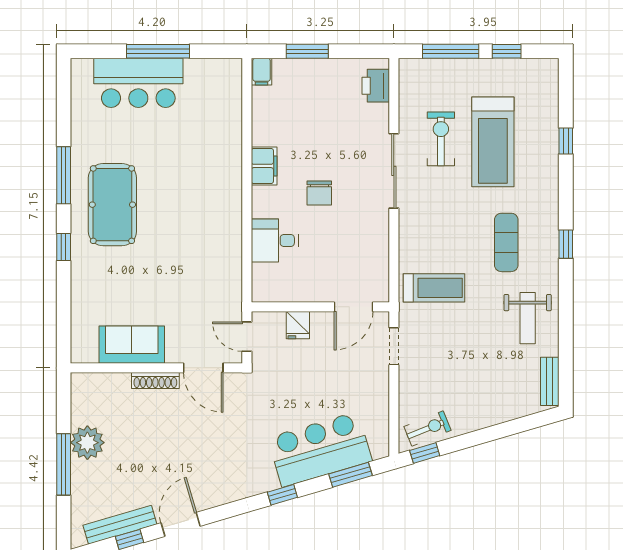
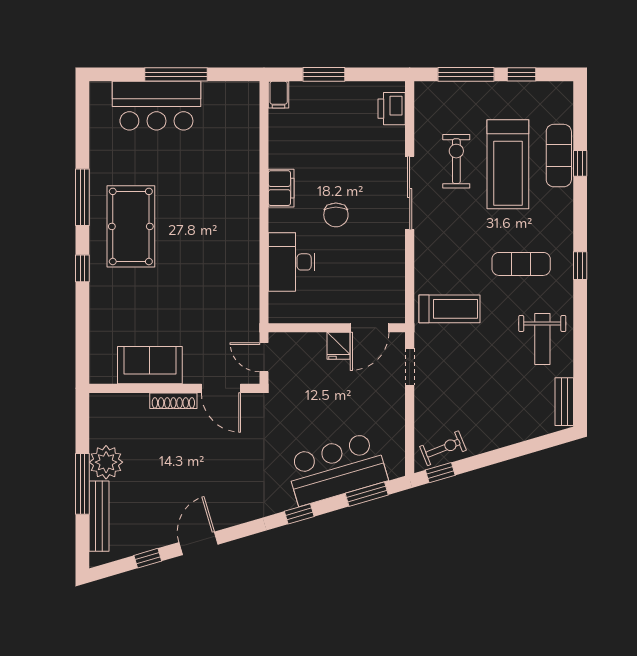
exercise mat: (544, 133) -> (559, 156), added
desk: (275, 240) -> (292, 262), width x1.37
exercise mat: (506, 242) -> (521, 264), turned 90
fridge: (298, 325) -> (338, 346), moved
bench: (120, 525) -> (99, 516), moved, turned -74

